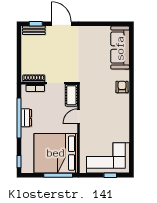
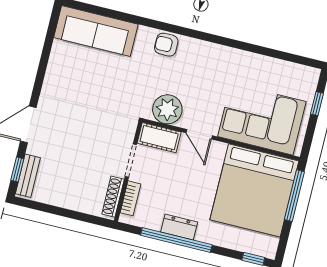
plant: (88, 96) -> (167, 109), added
corner sofa: (108, 158) -> (262, 119), moved, turned 90

